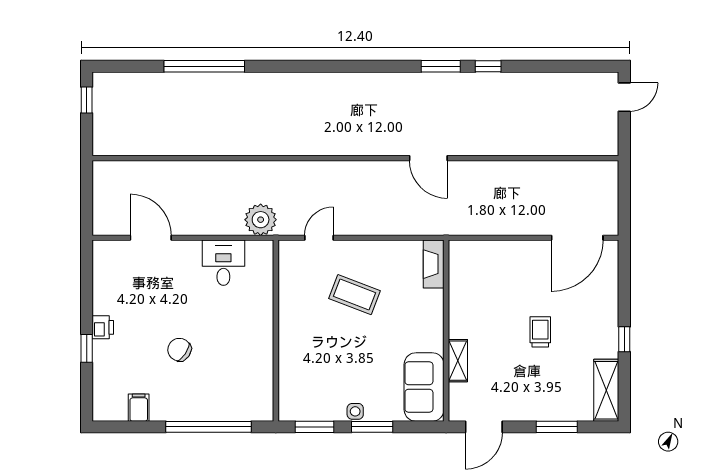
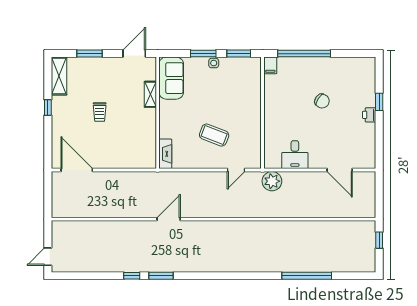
window: (87, 100) -> (379, 240), moved
door: (428, 158) -> (169, 219), hinge flipped
door: (577, 238) -> (77, 170), hinge flipped
filing cabinet: (139, 408) -> (270, 65), moved

